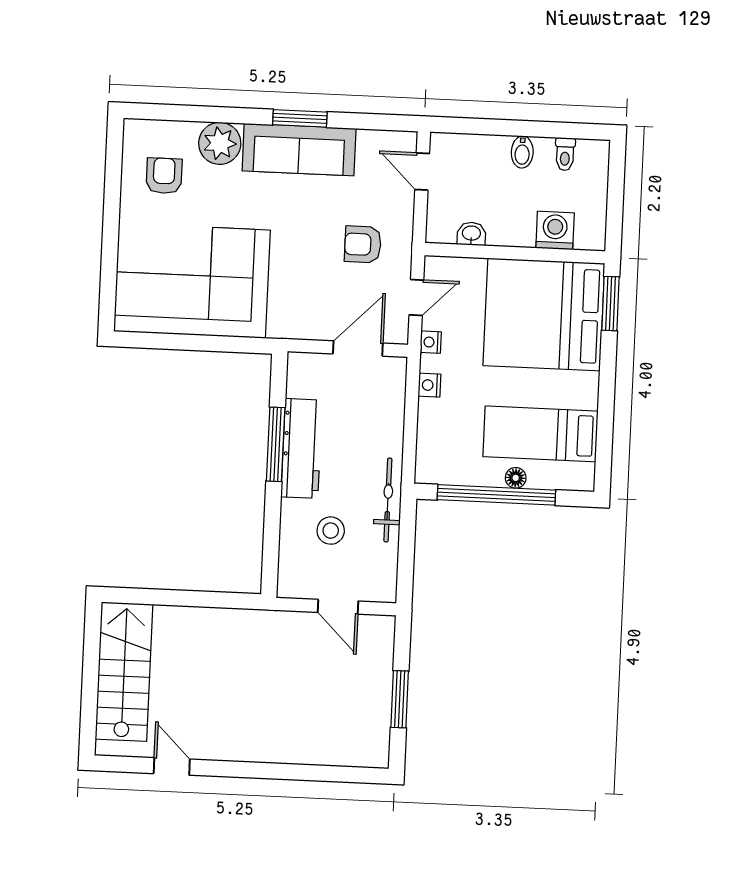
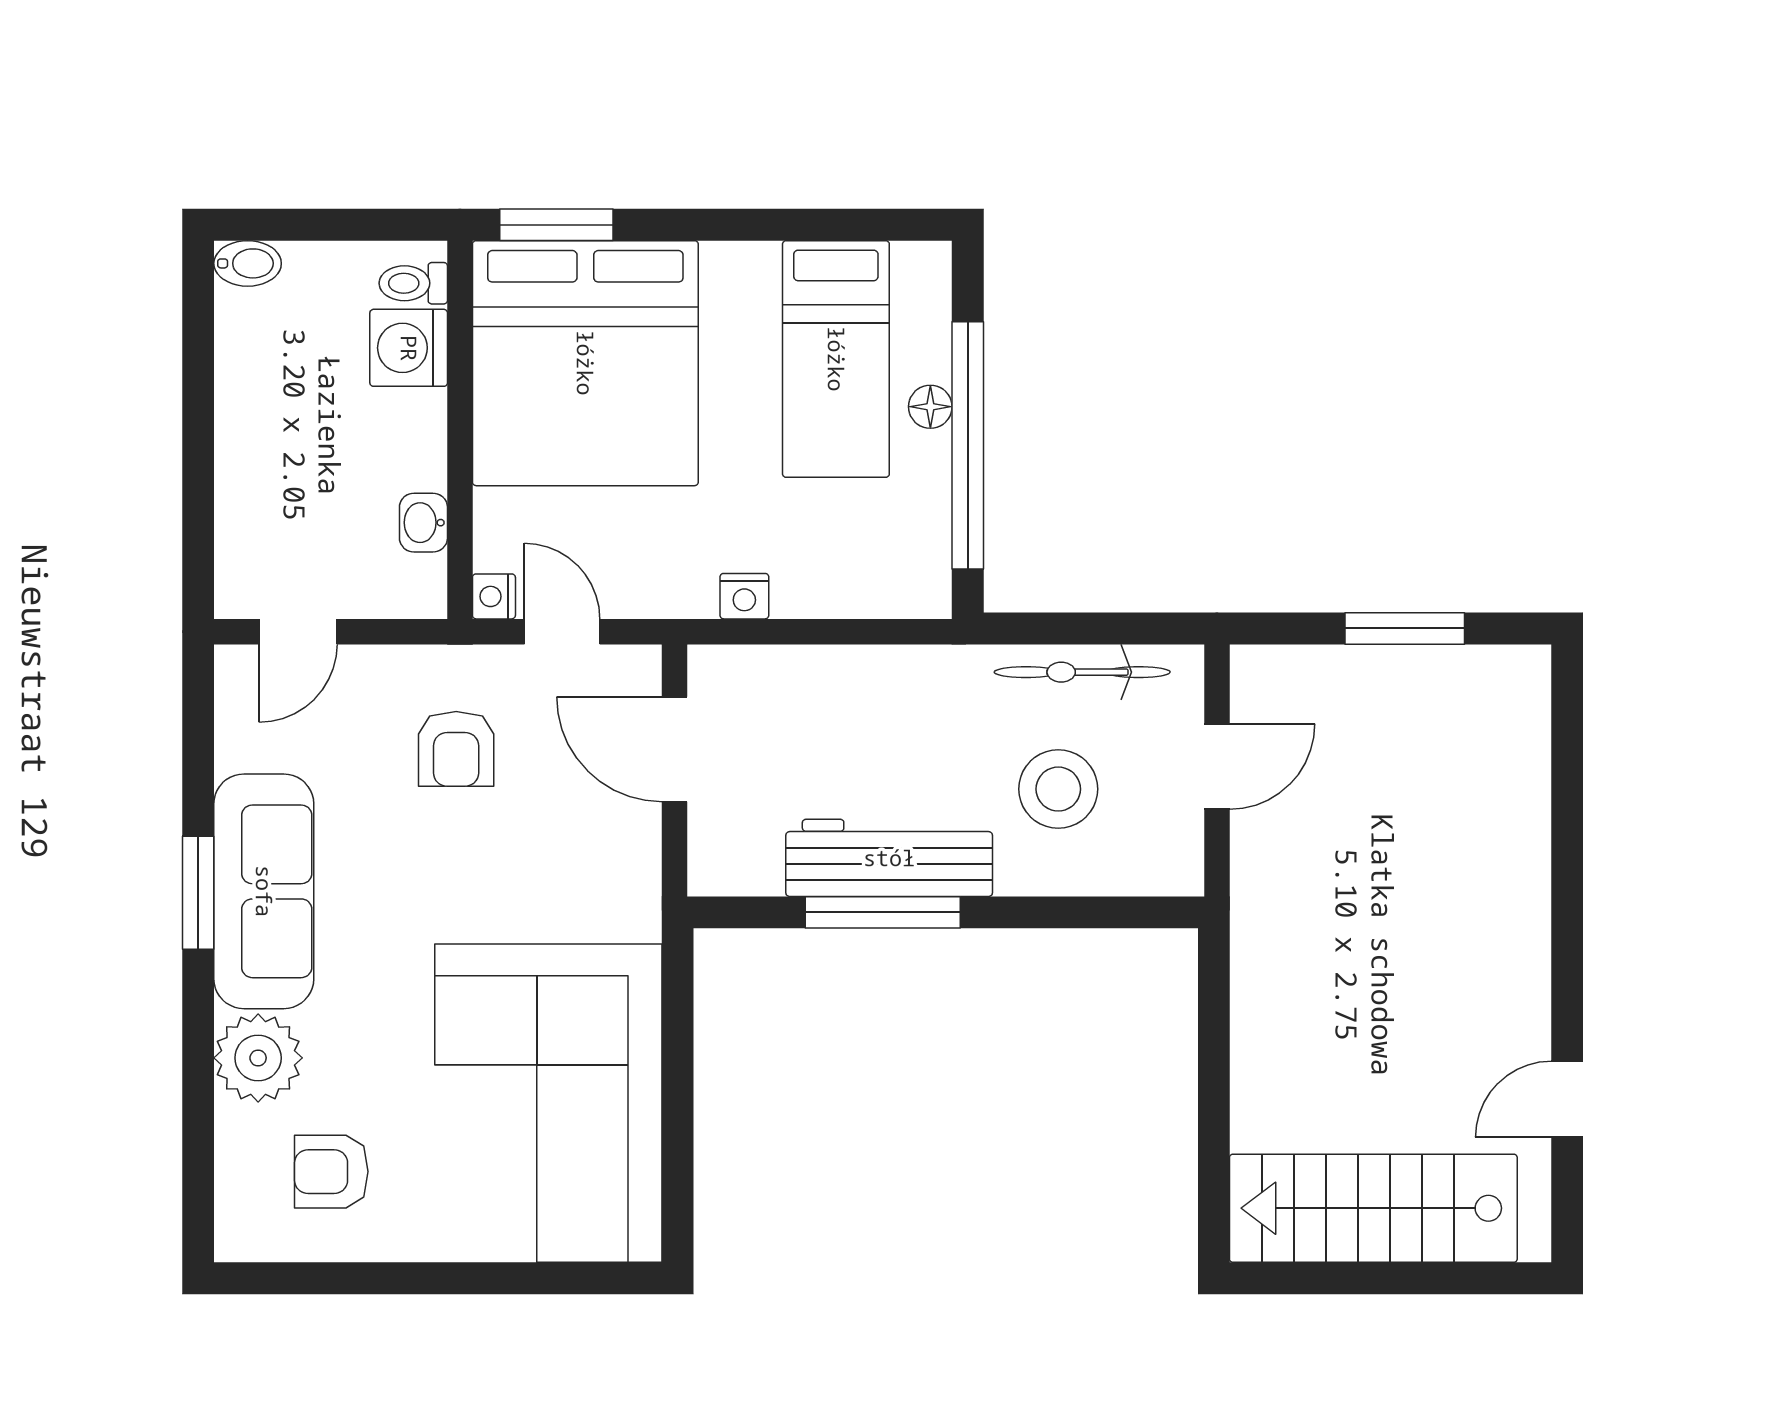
bidet: (522, 152) -> (248, 263), moved
toilet: (565, 154) -> (413, 283), moved, turned 180
nightstand: (431, 342) -> (494, 596), moved, turned 90
bicycle: (388, 500) -> (1082, 672), moved
stool: (331, 531) -> (1058, 789), width x1.38, depth x1.38

